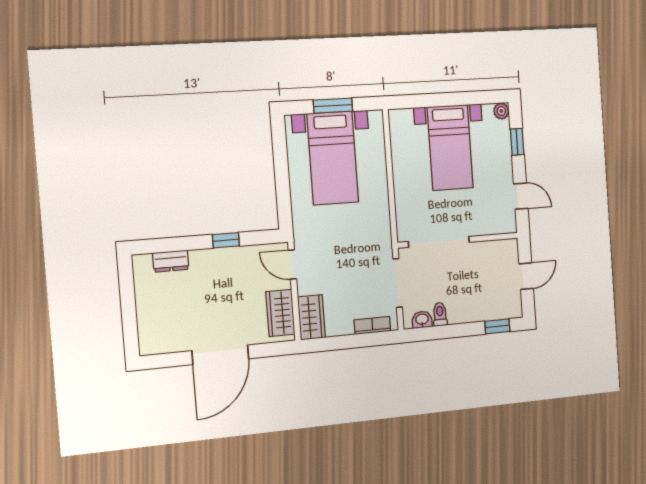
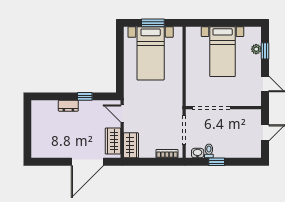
plant: (501, 111) -> (256, 49), moved
dresser: (171, 261) -> (68, 106), moved
window: (497, 326) -> (217, 162), moved
door: (220, 355) -> (87, 162), moved

